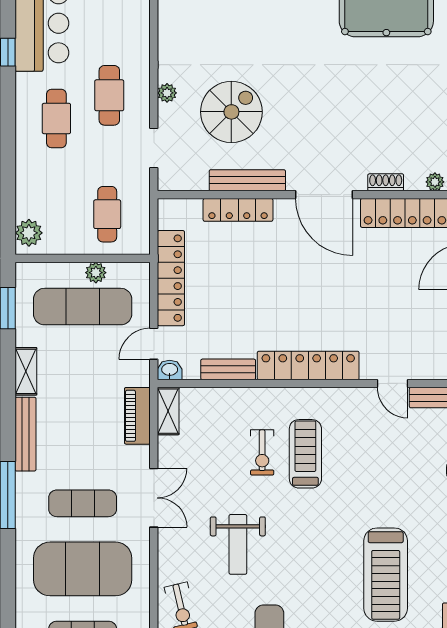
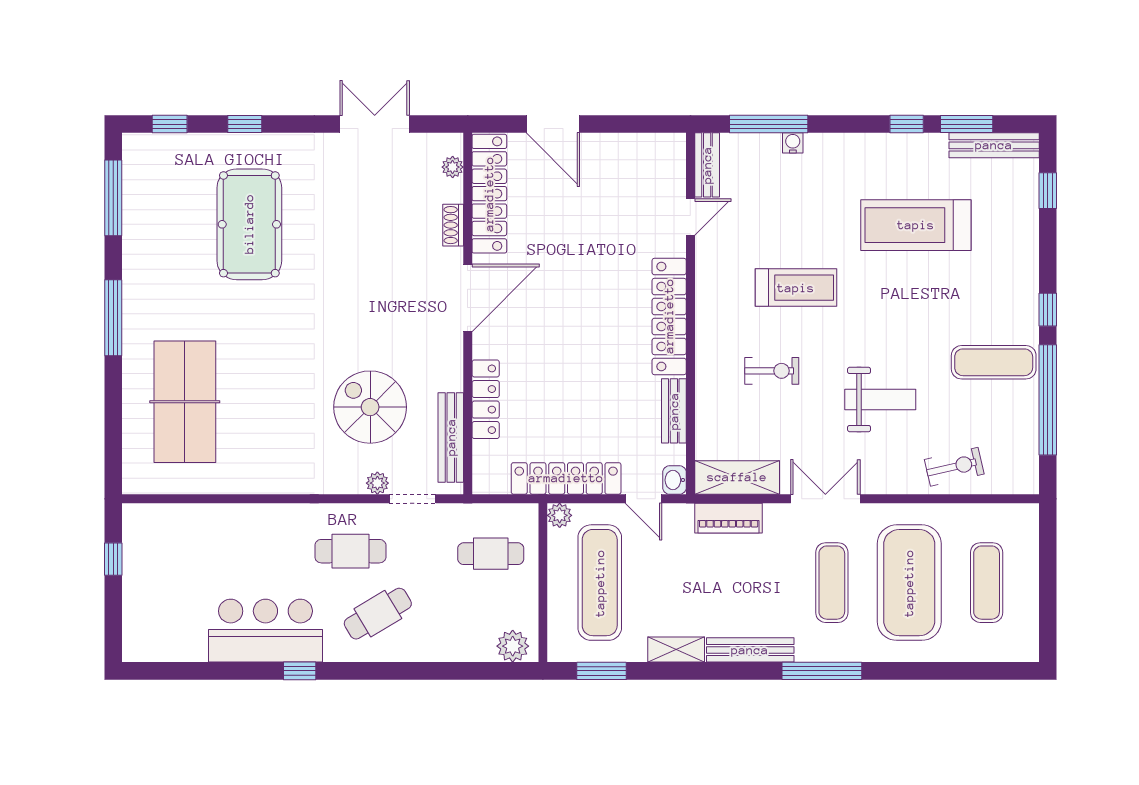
plant: (167, 93) -> (377, 483), moved
cafe table: (56, 119) -> (378, 614), turned -31
bench: (247, 180) -> (451, 437), moved
plant: (96, 273) -> (560, 515), moved
shelving: (168, 411) -> (737, 477), width x1.50, depth x1.33
treadmill: (305, 454) -> (796, 288), moved, turned 180
treadmill: (386, 575) -> (916, 225), turned 180

